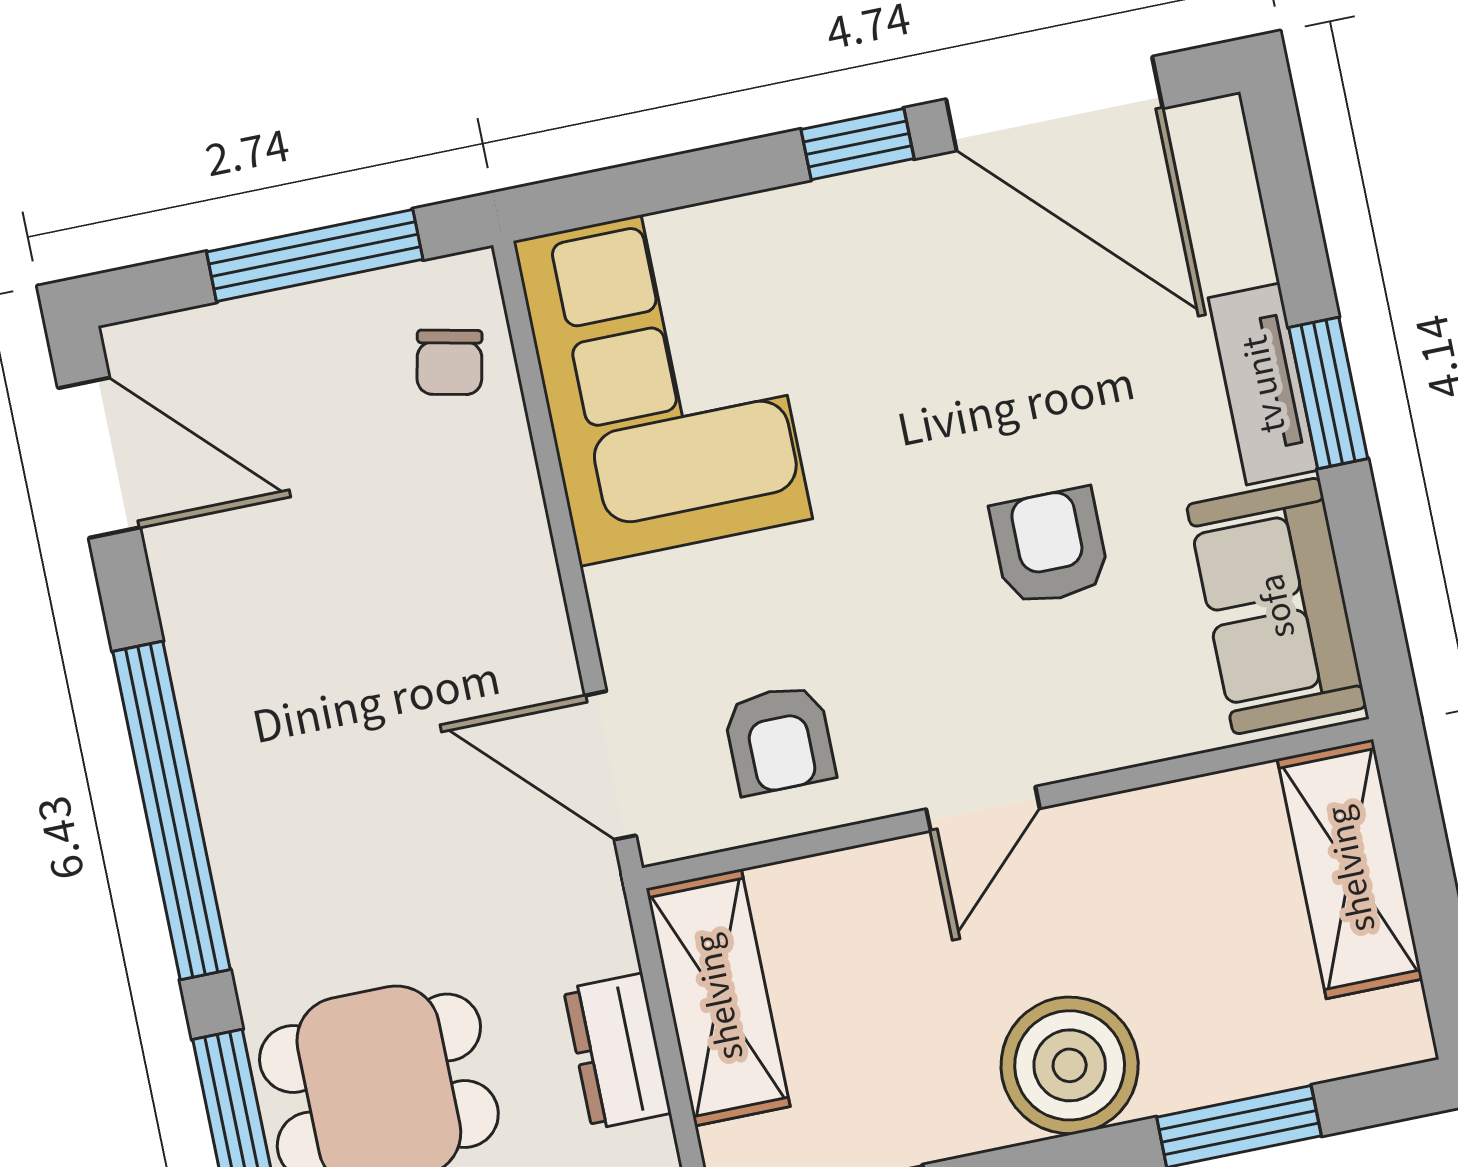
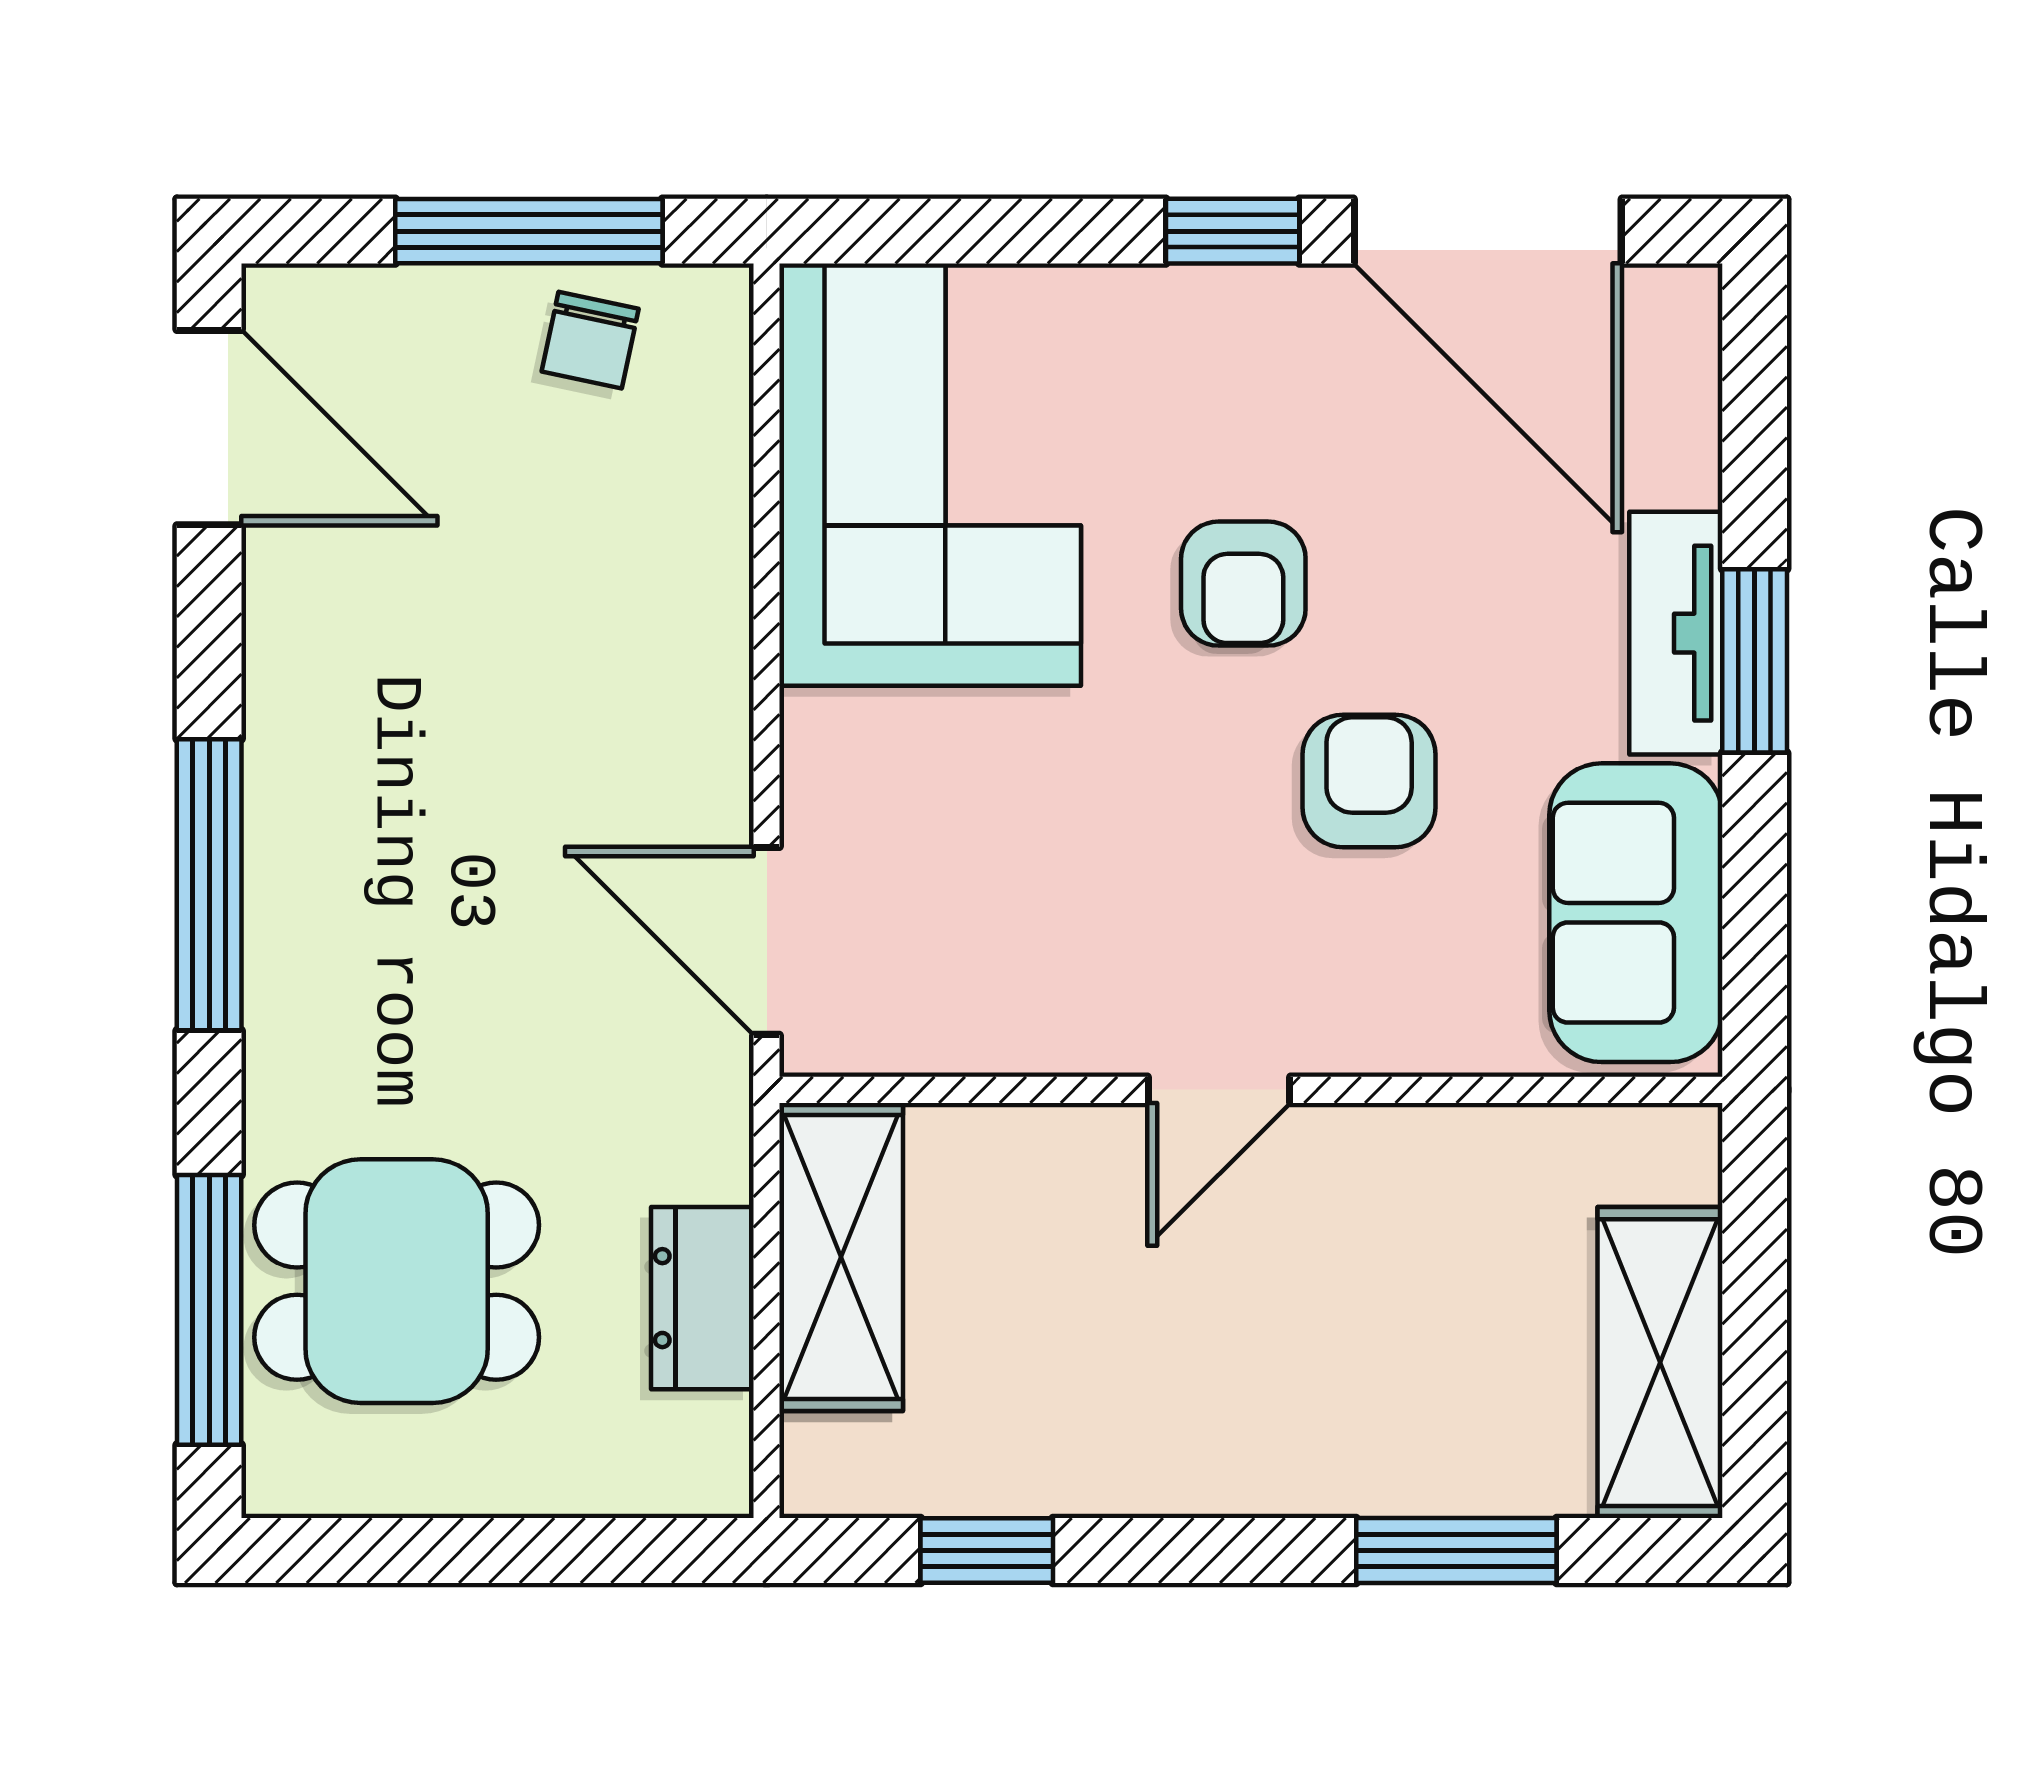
chair: (449, 362) -> (590, 340), moved
armchair: (779, 740) -> (1243, 584), moved
window: (171, 810) -> (209, 885), width x0.68
shelving: (1350, 869) -> (1660, 1363), moved
boiler: (1070, 1065) -> (1261, 1431), removed

